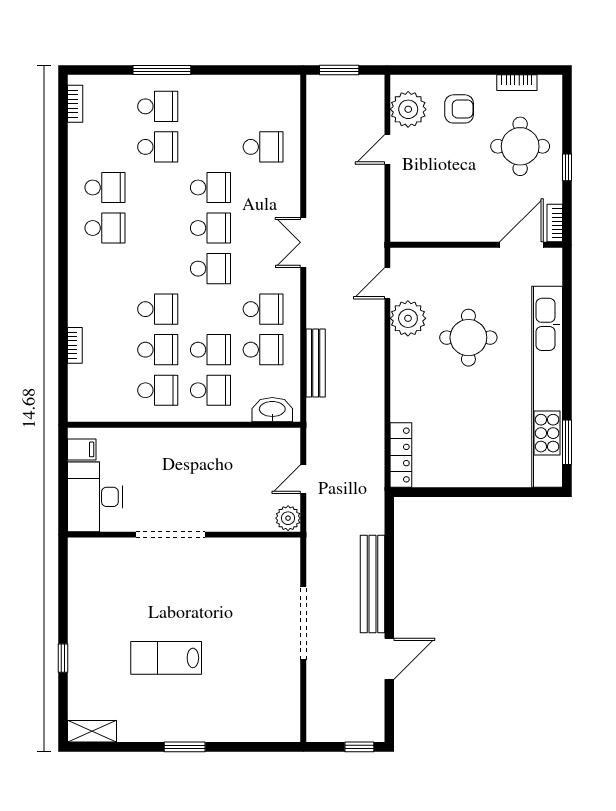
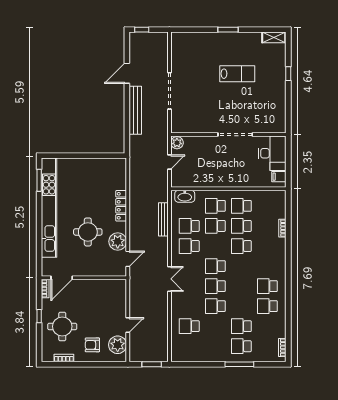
locker: (401, 455) -> (121, 206), moved

